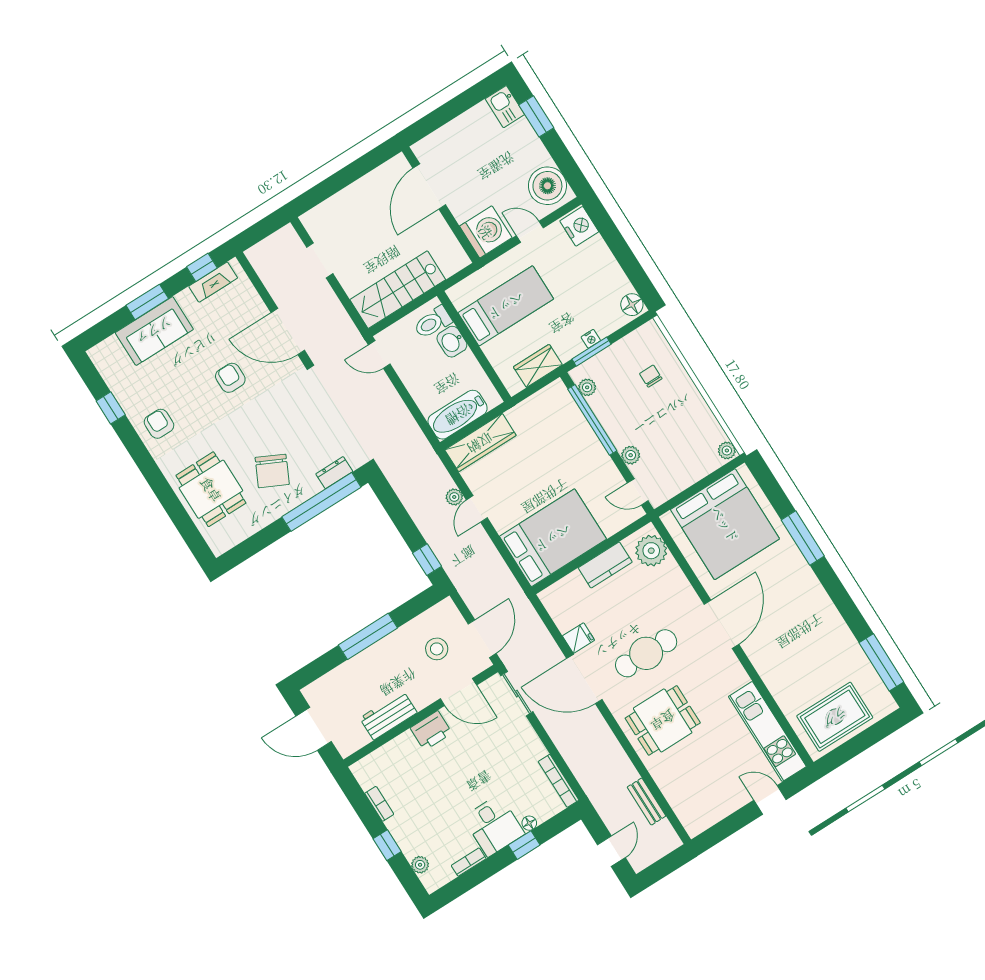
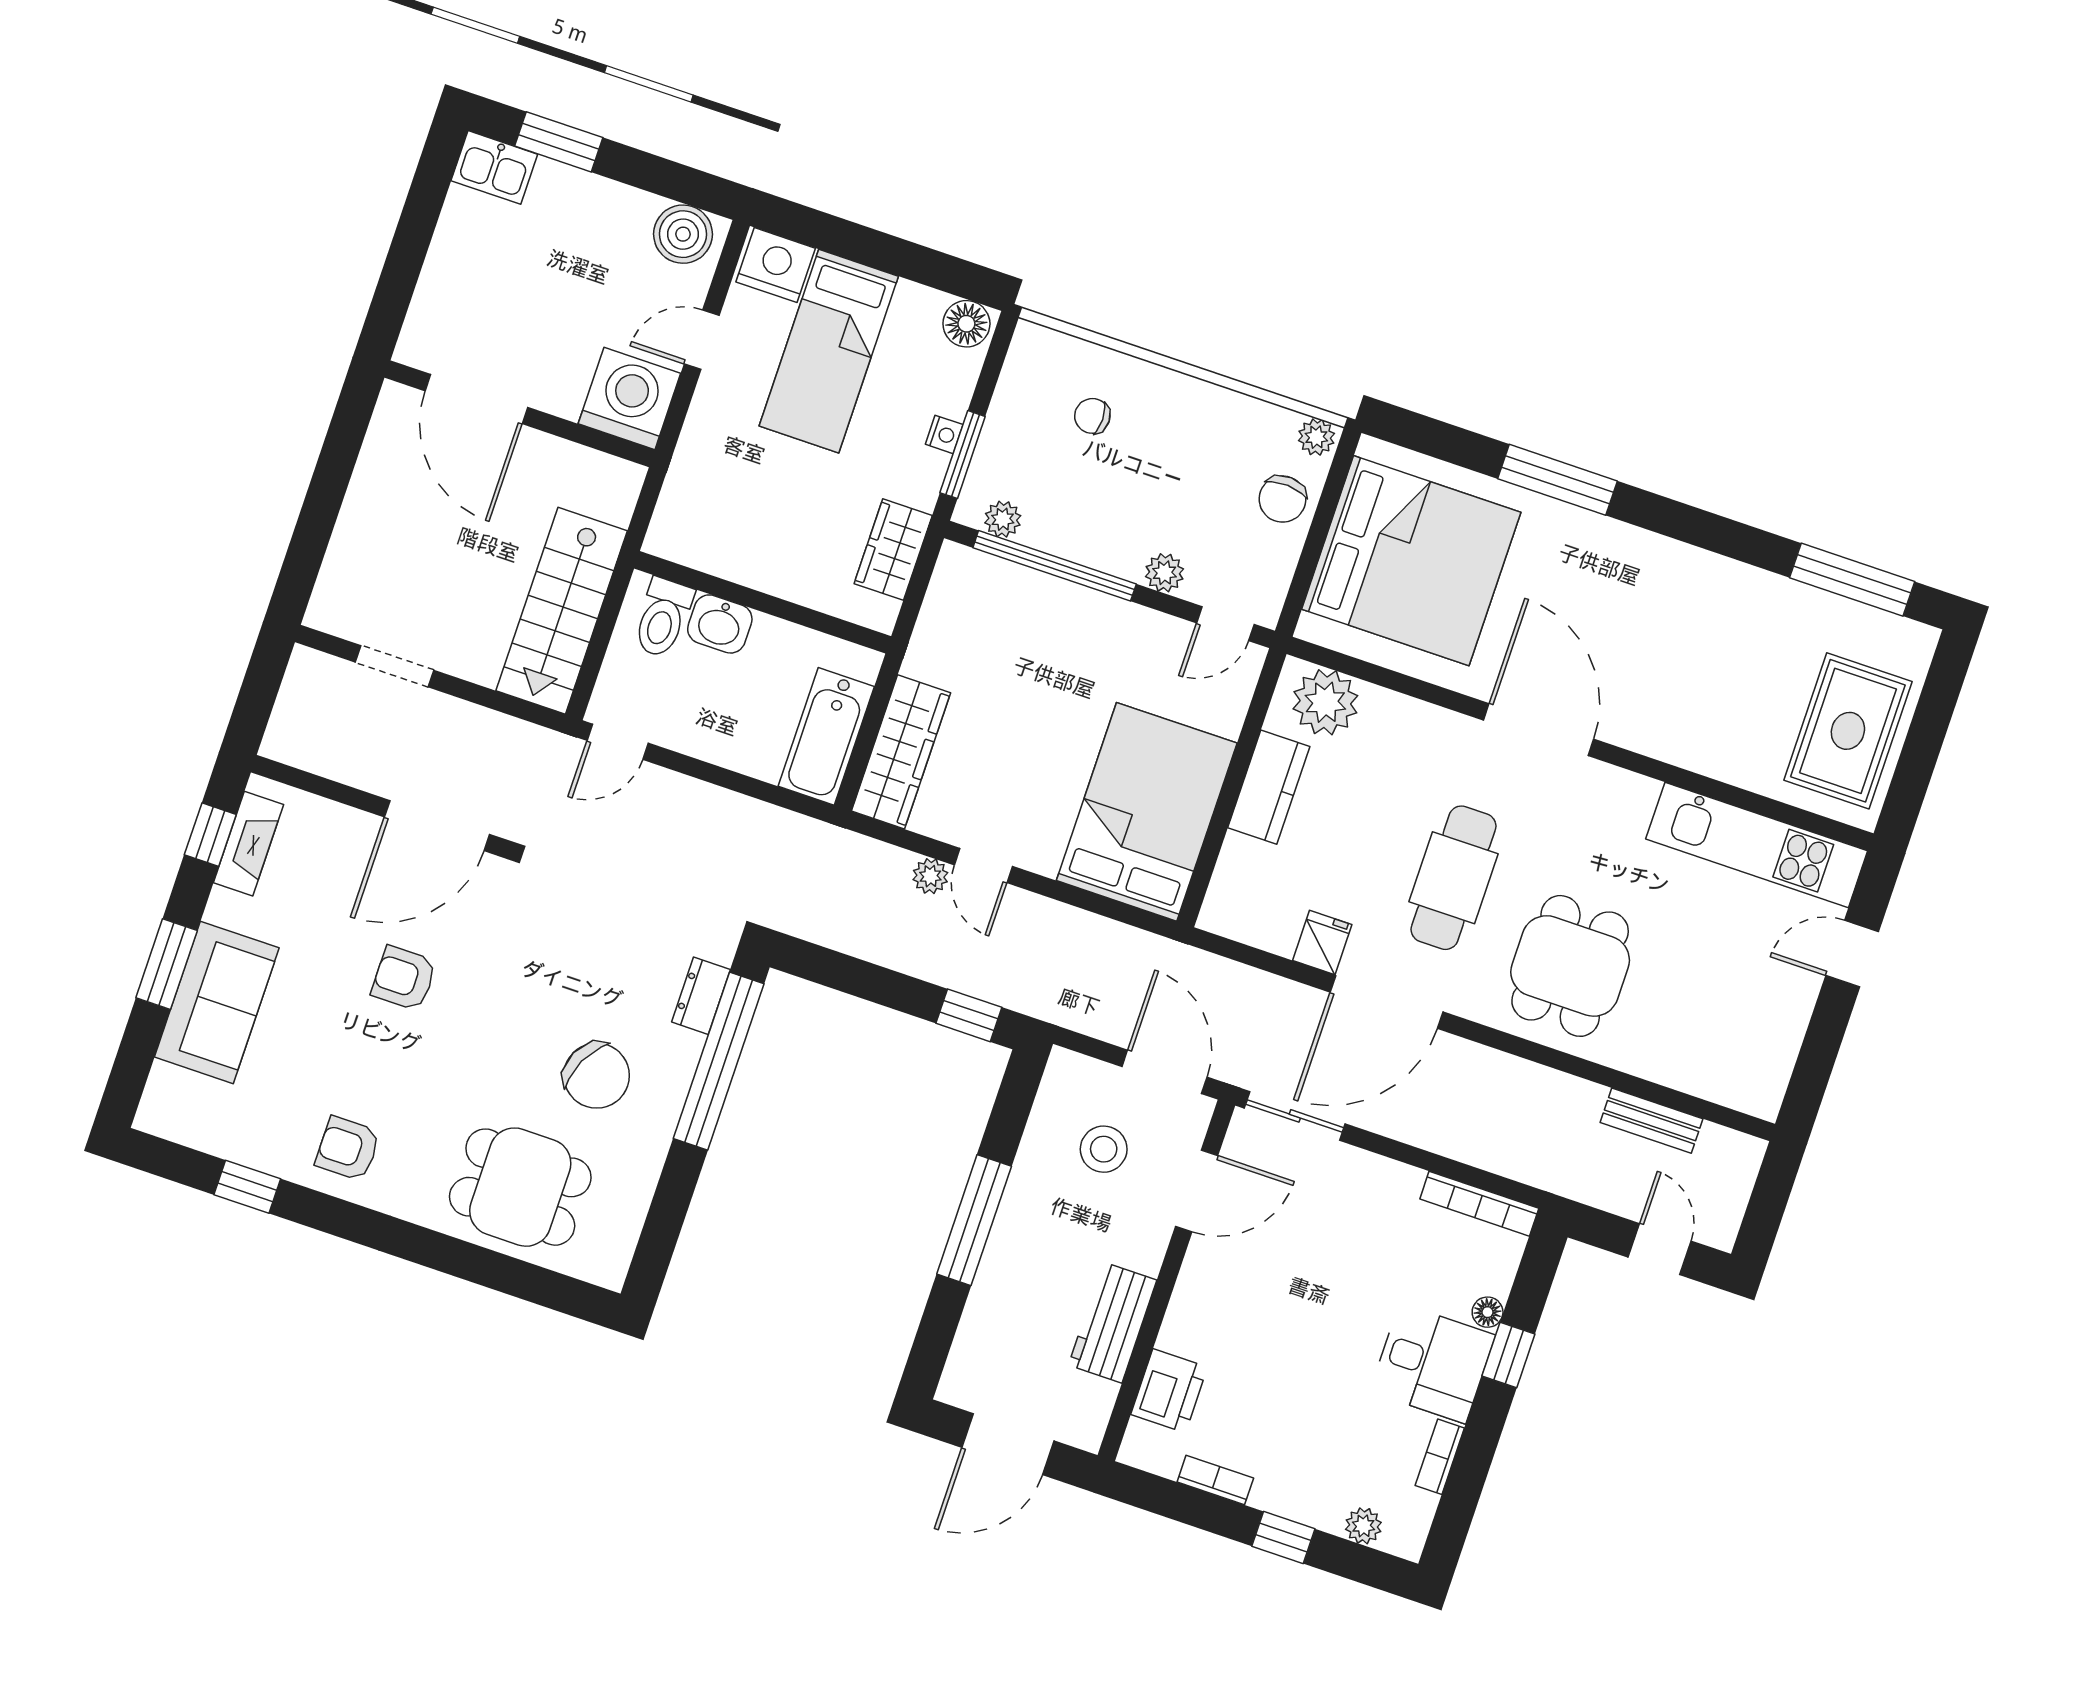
boiler: (547, 186) -> (683, 234), width x0.73, depth x0.73
bed: (506, 306) -> (829, 351), moved, turned 180
chair: (696, 463) -> (1282, 499), added
printer: (431, 730) -> (1169, 1391), moved

